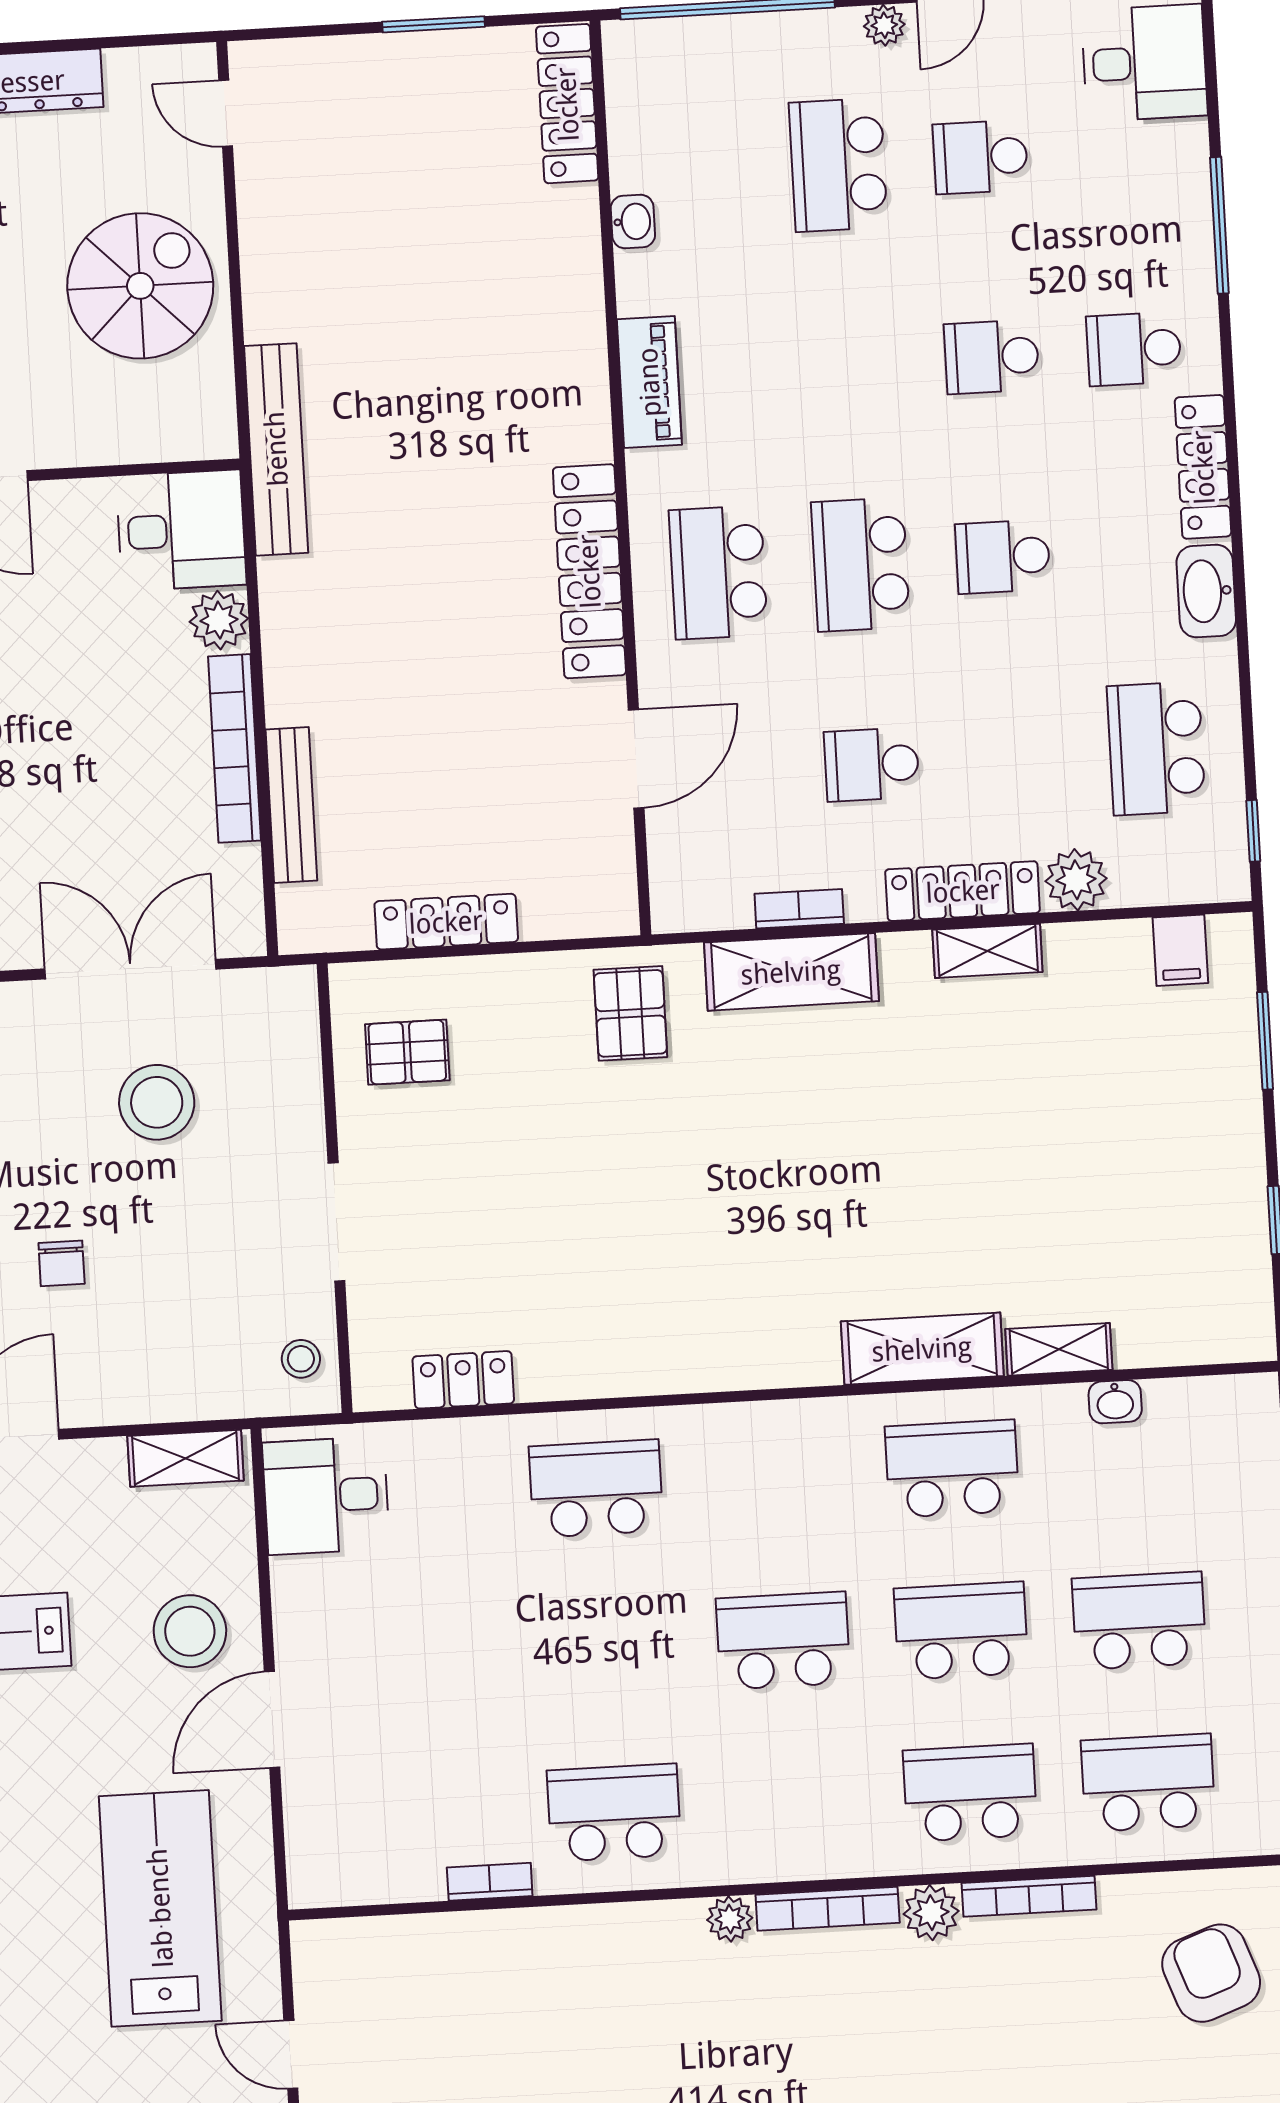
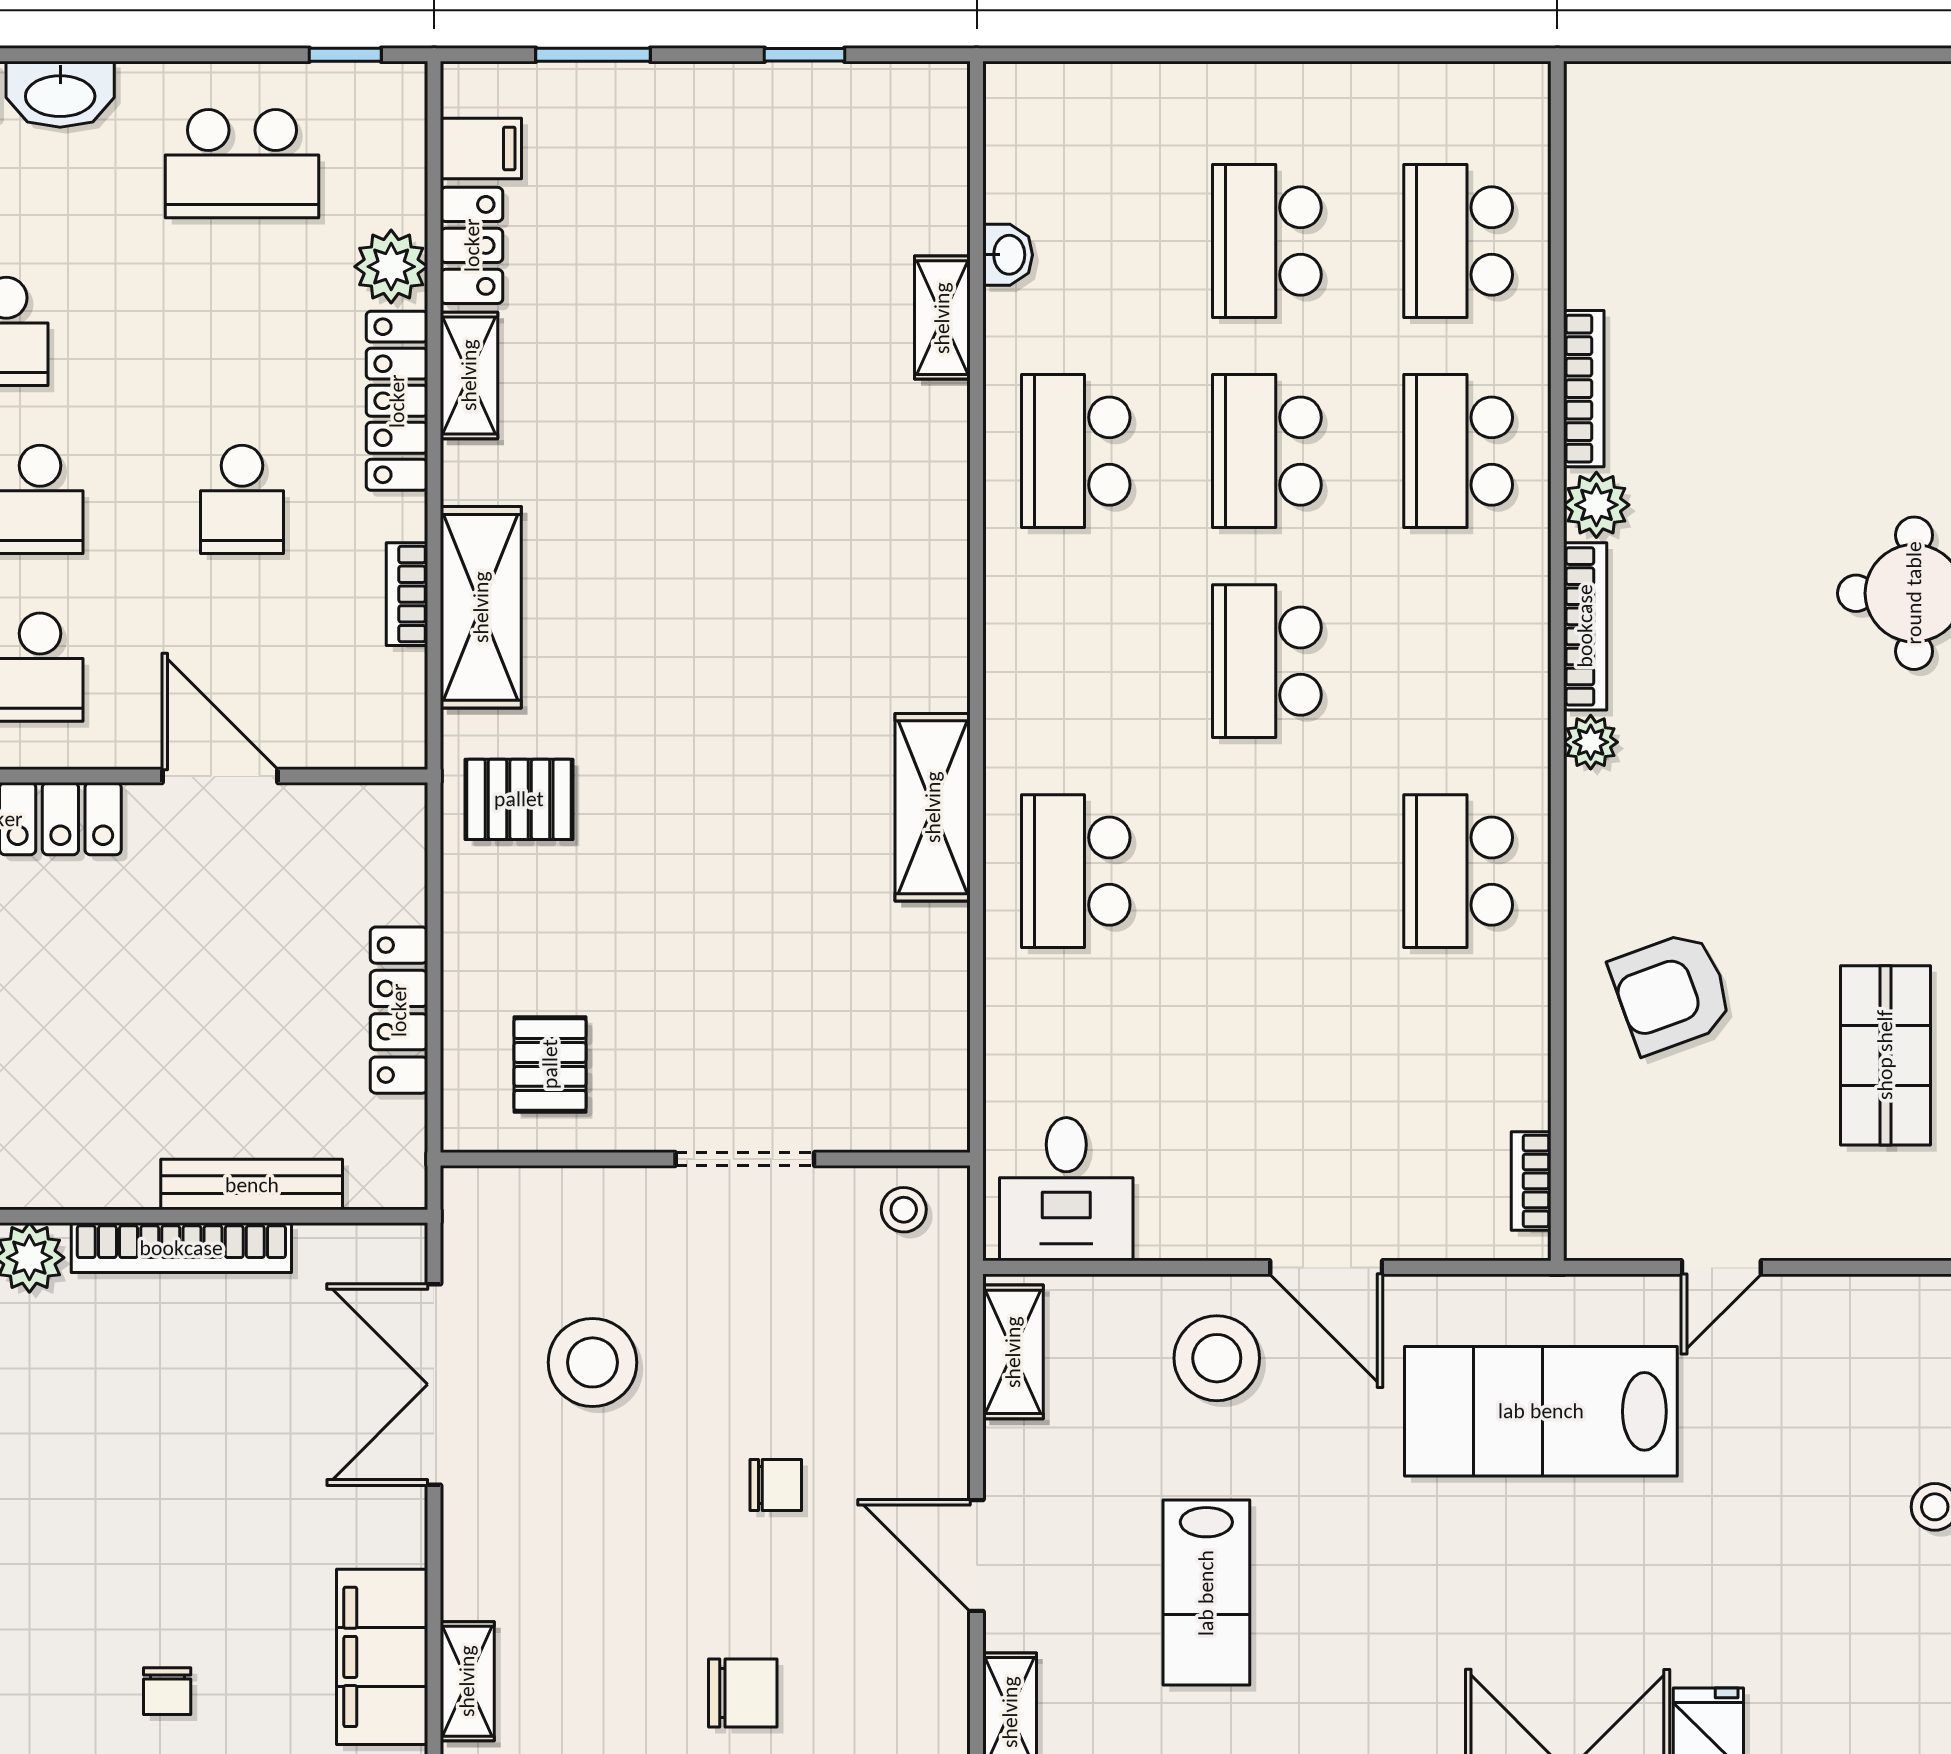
shelving: (922, 1349) -> (933, 807), moved
locker: (463, 1380) -> (472, 245), moved, turned 180
bookcase: (490, 1882) -> (1531, 1181), moved
armchair: (1211, 1973) -> (1672, 992), moved

